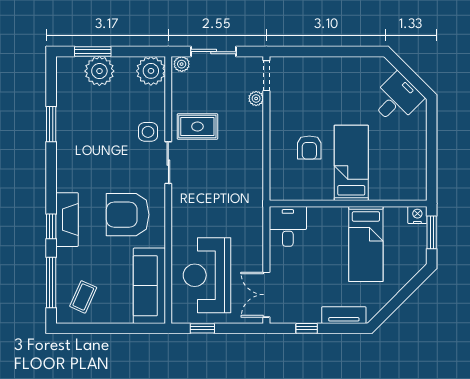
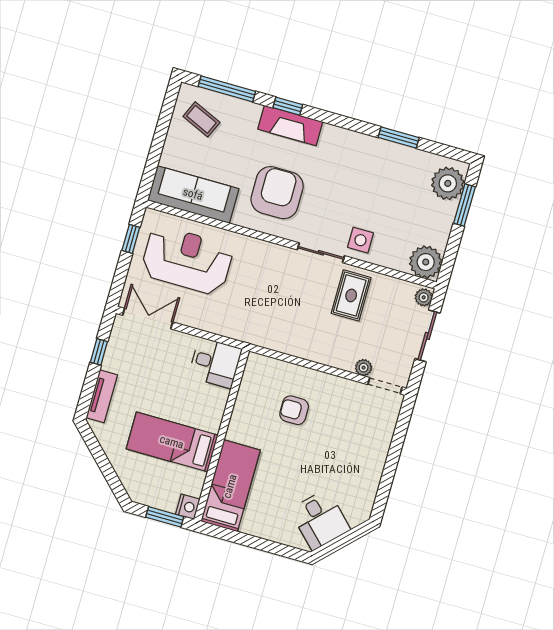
plant: (99, 71) -> (448, 183), moved
bed: (351, 163) -> (230, 486), moved, turned -90

